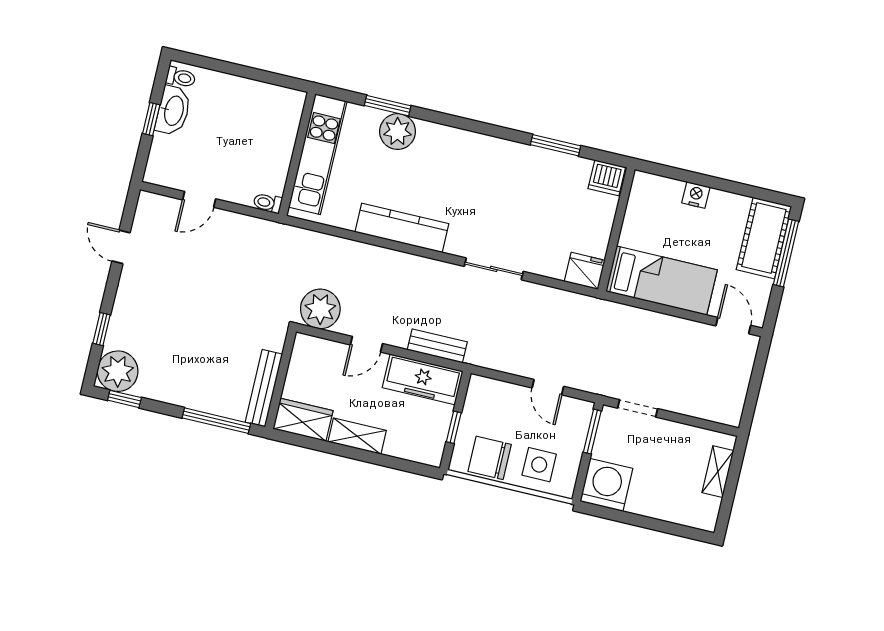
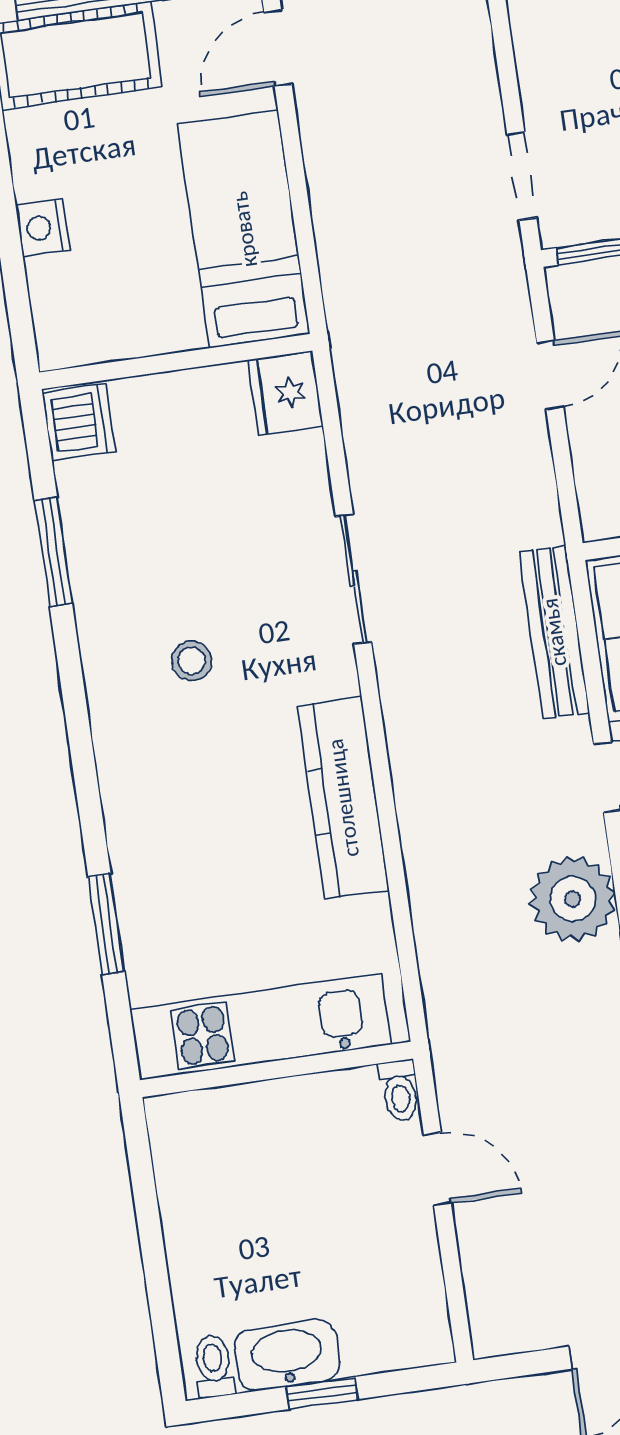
plant: (398, 132) -> (151, 883), removed
stool: (486, 186) -> (192, 661), added
door: (199, 199) -> (437, 1169), moved
bench: (437, 346) -> (554, 632), width x1.36

